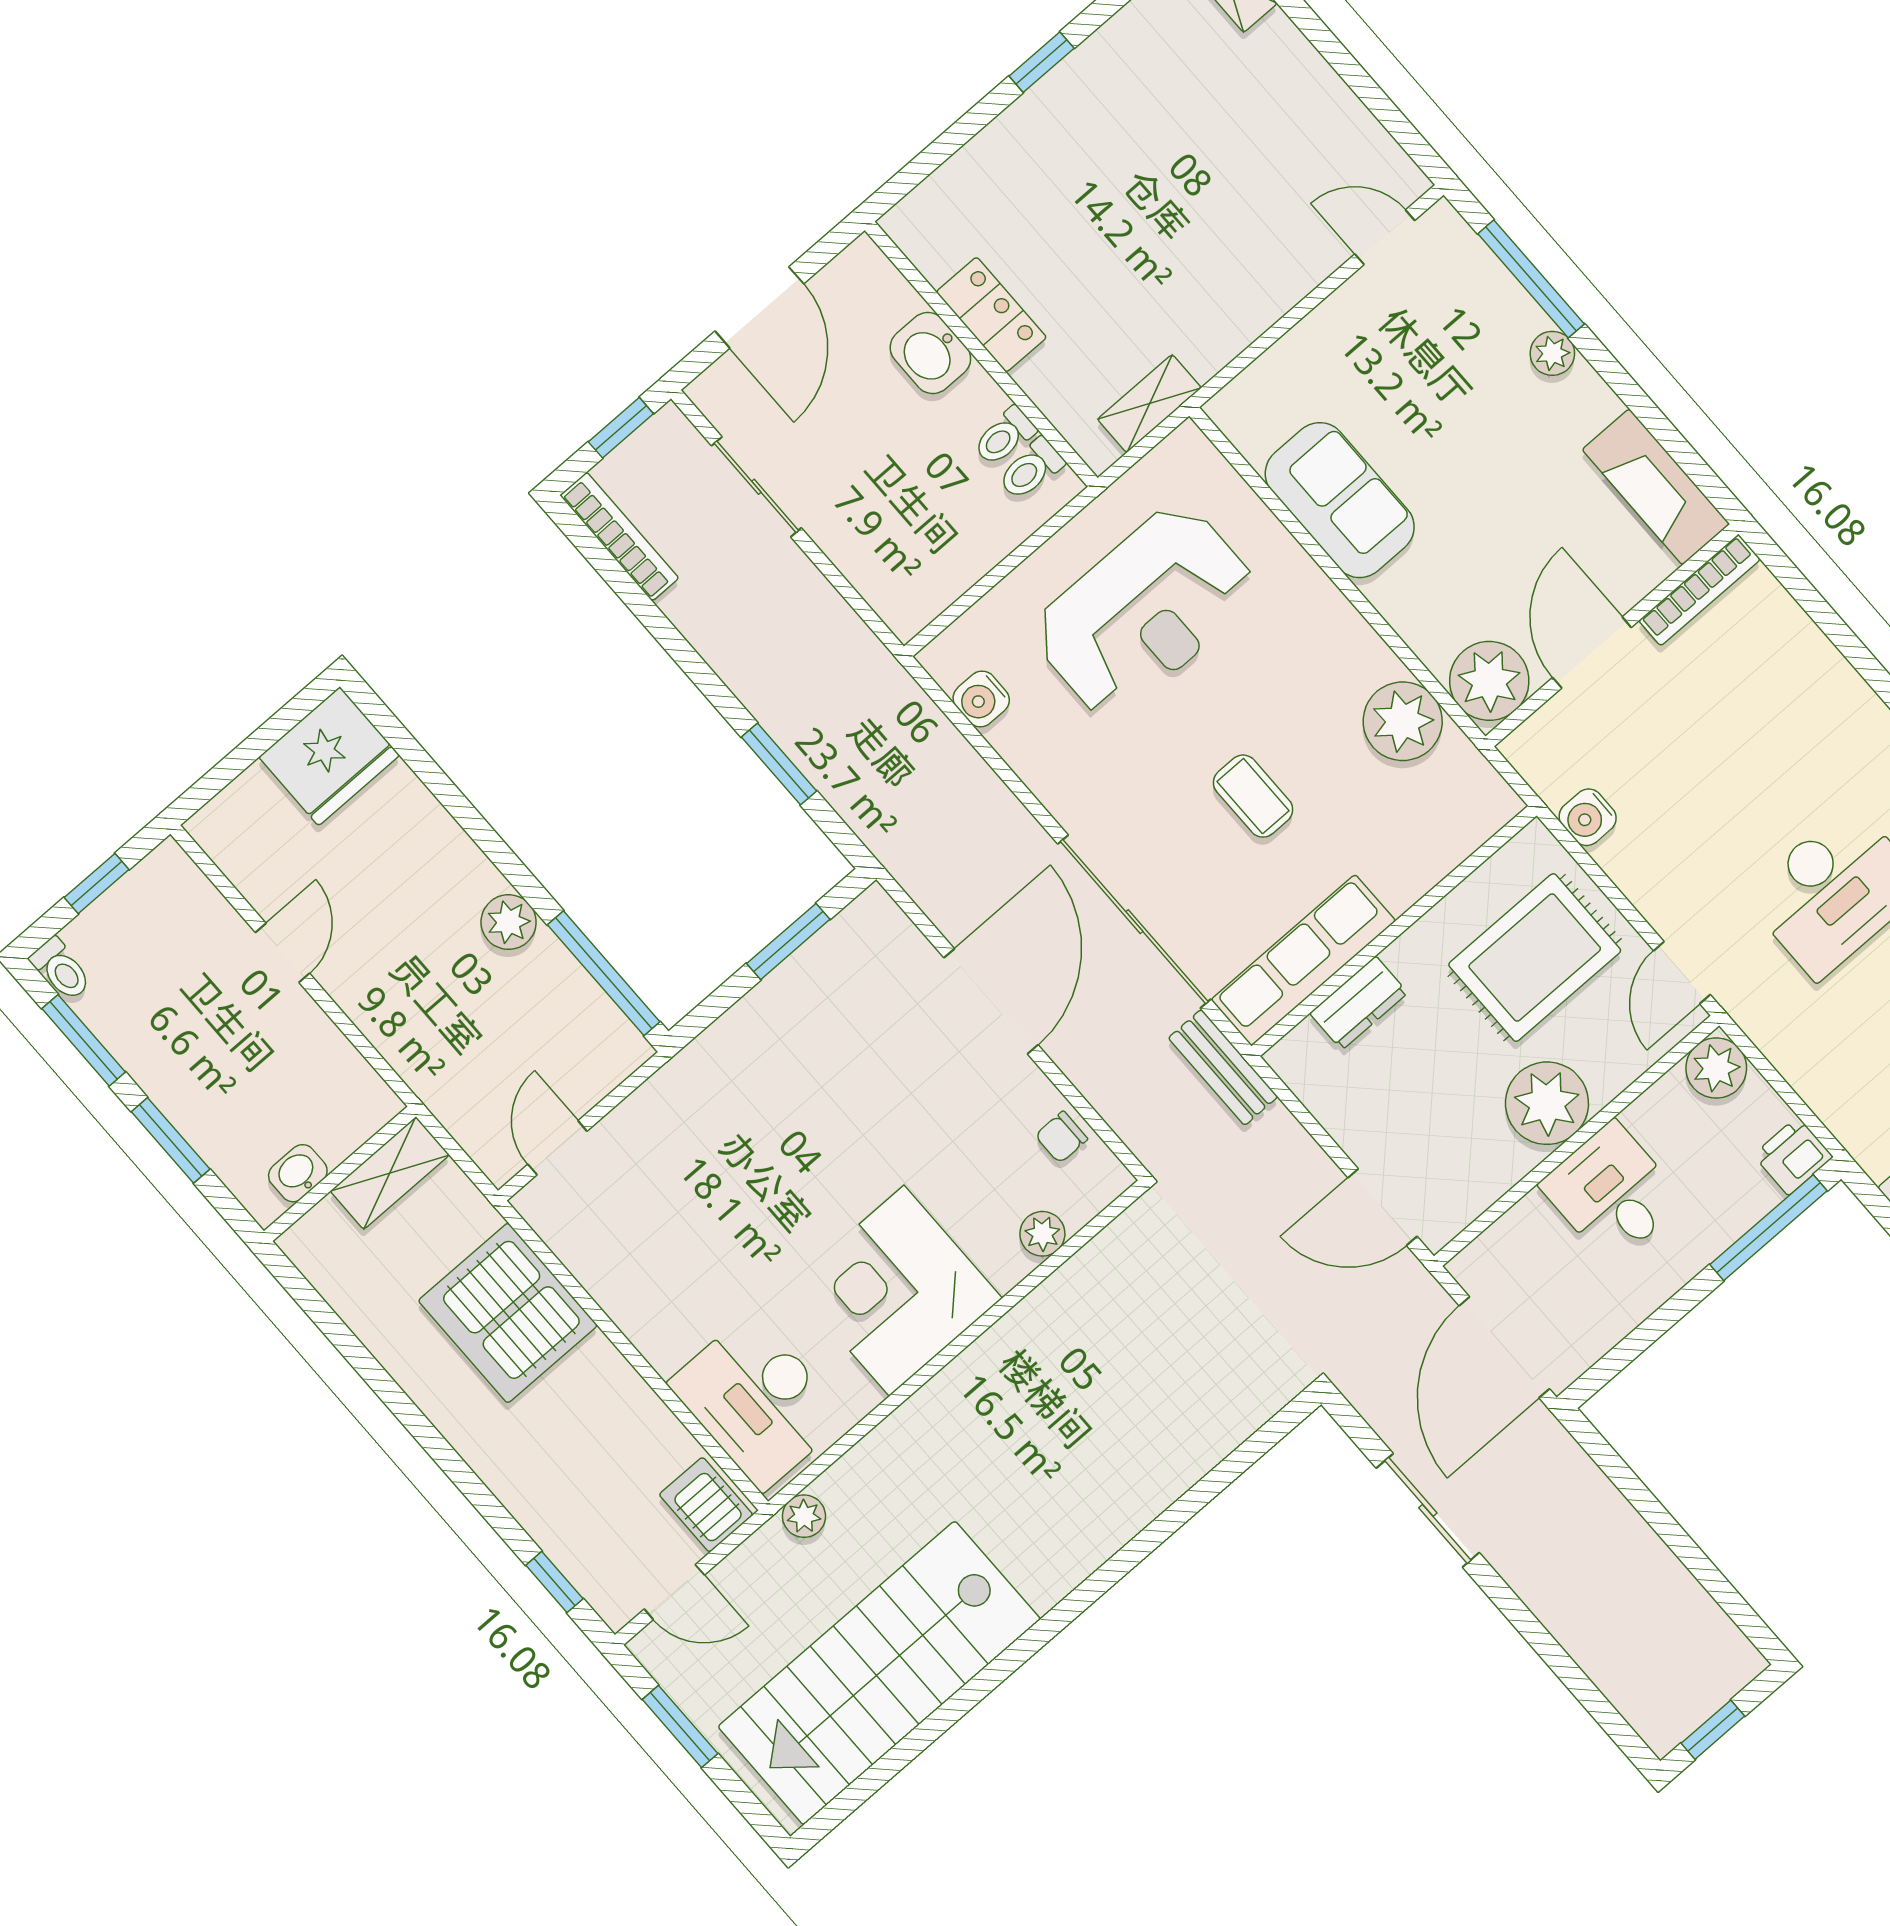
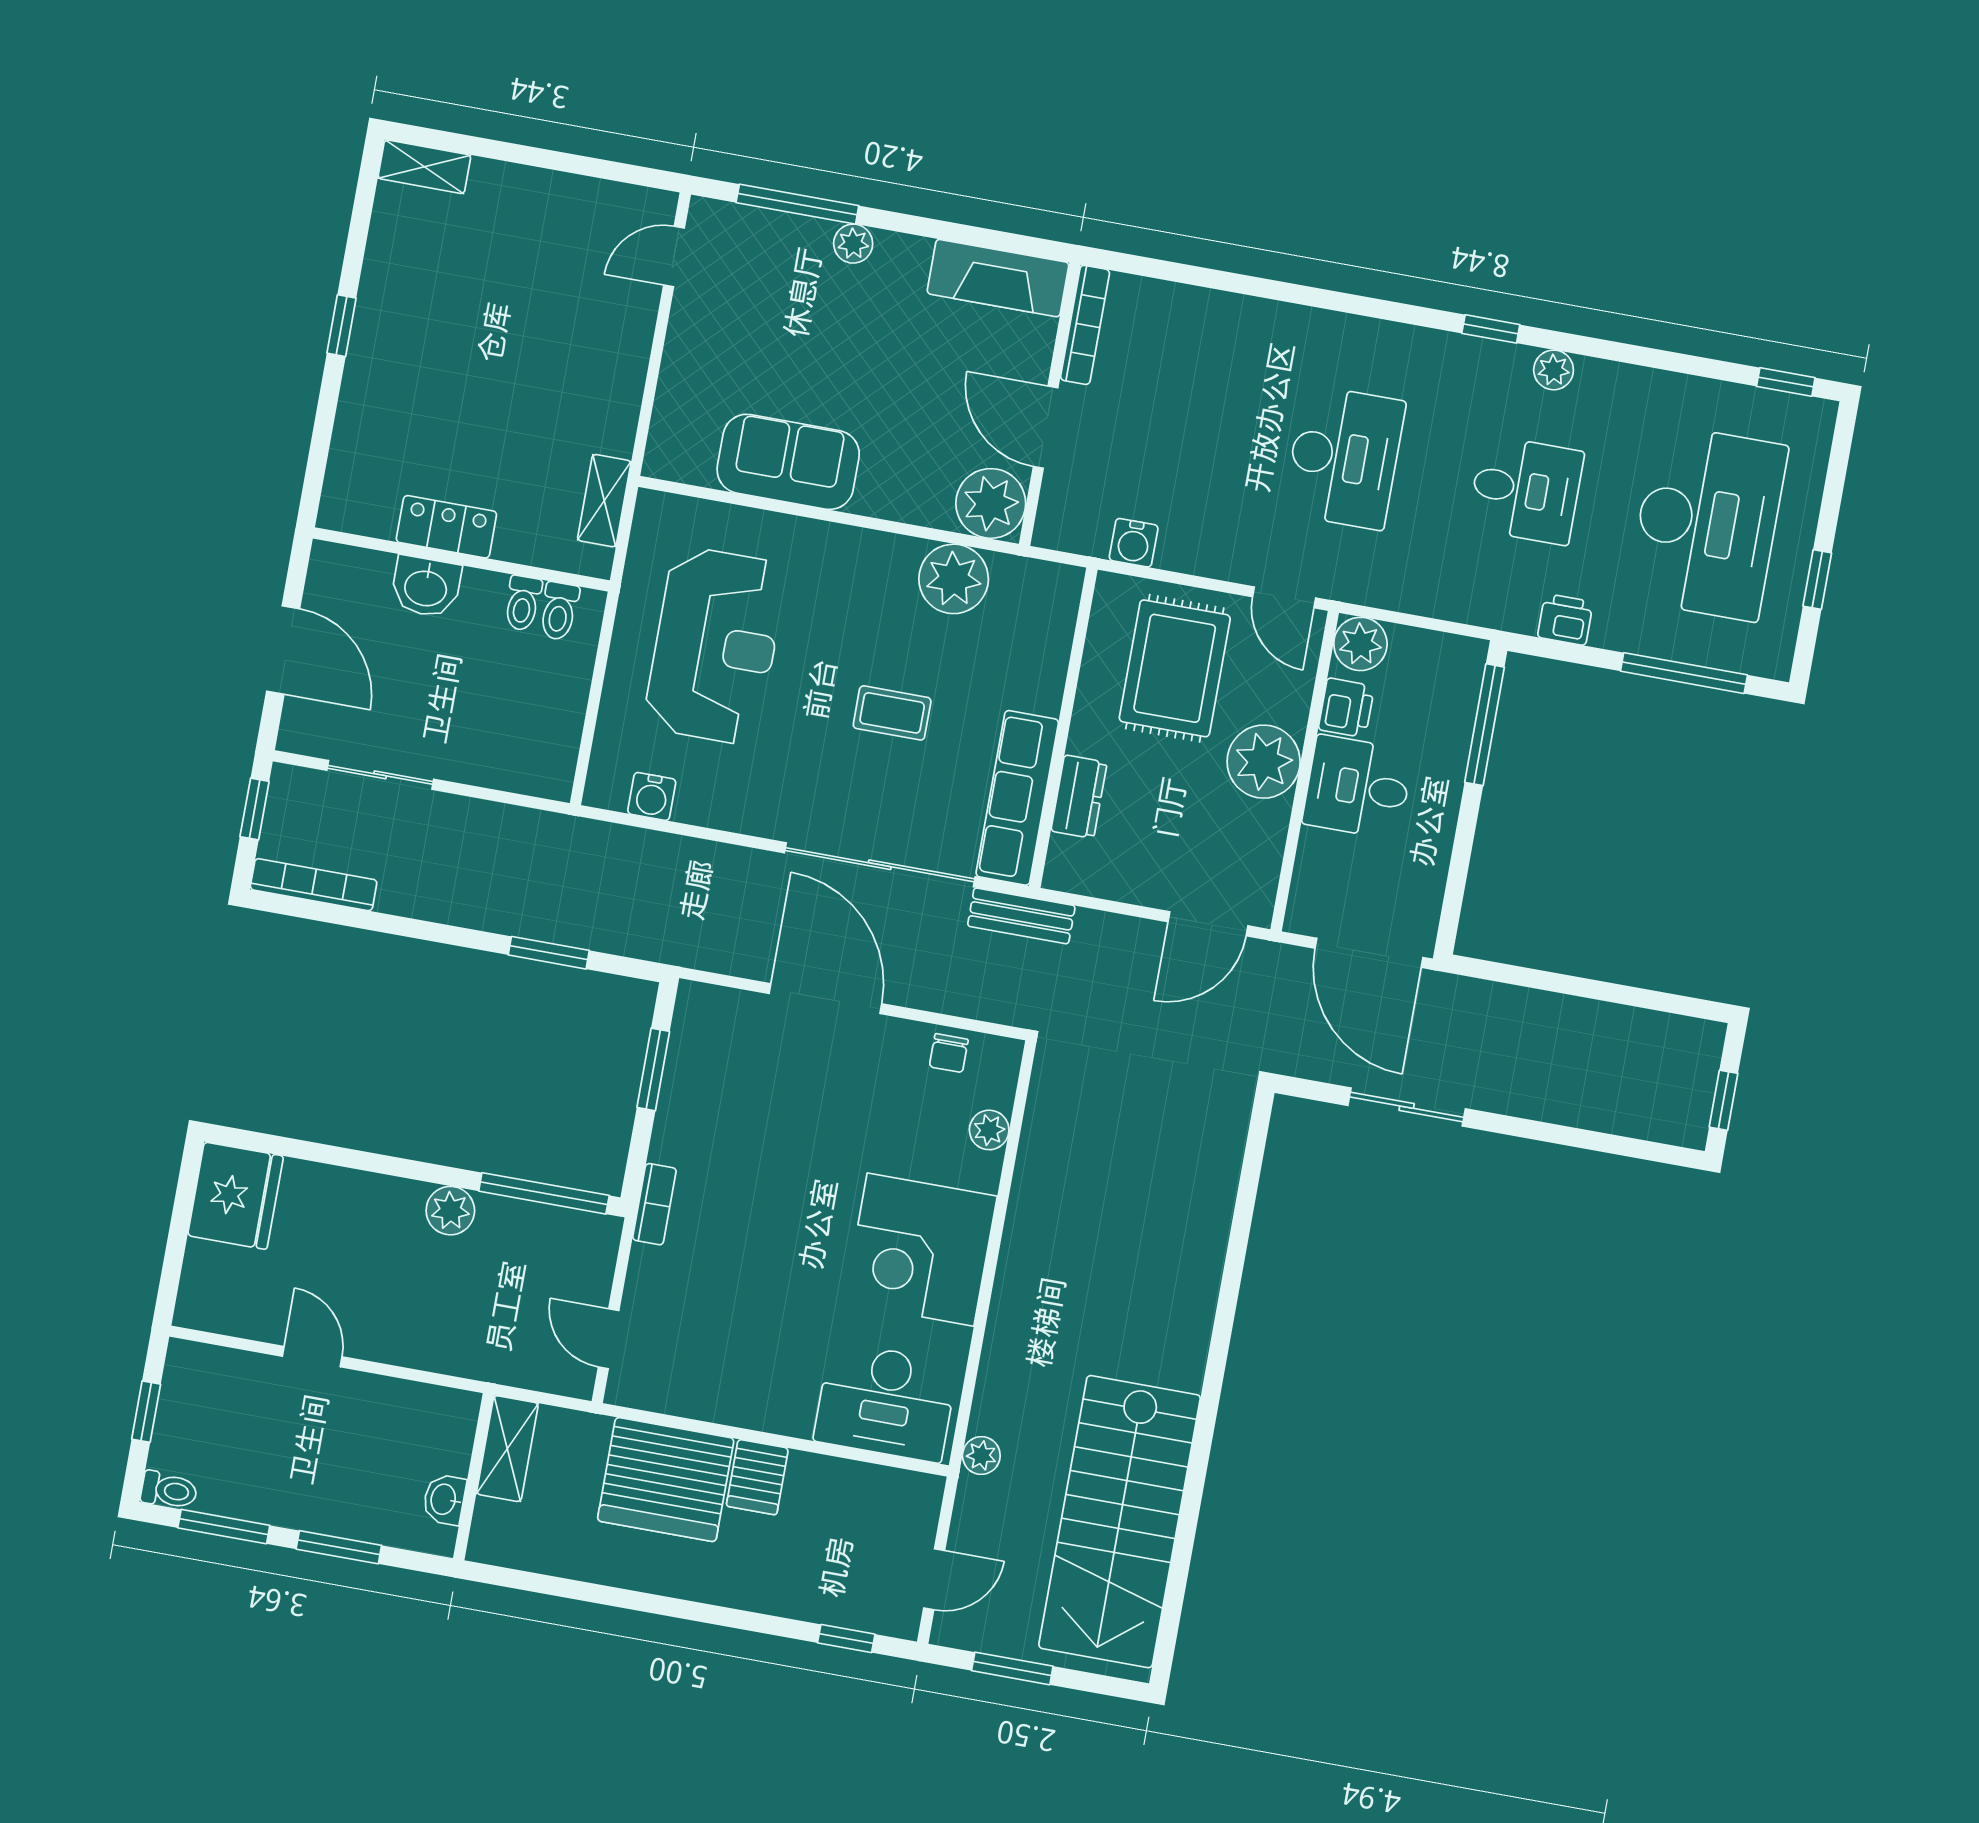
bookcase: (694, 1061) -> (654, 1204), added
printer: (1793, 1156) -> (1346, 708), moved, turned 180
server rack: (706, 1505) -> (757, 1477), moved, turned -90

